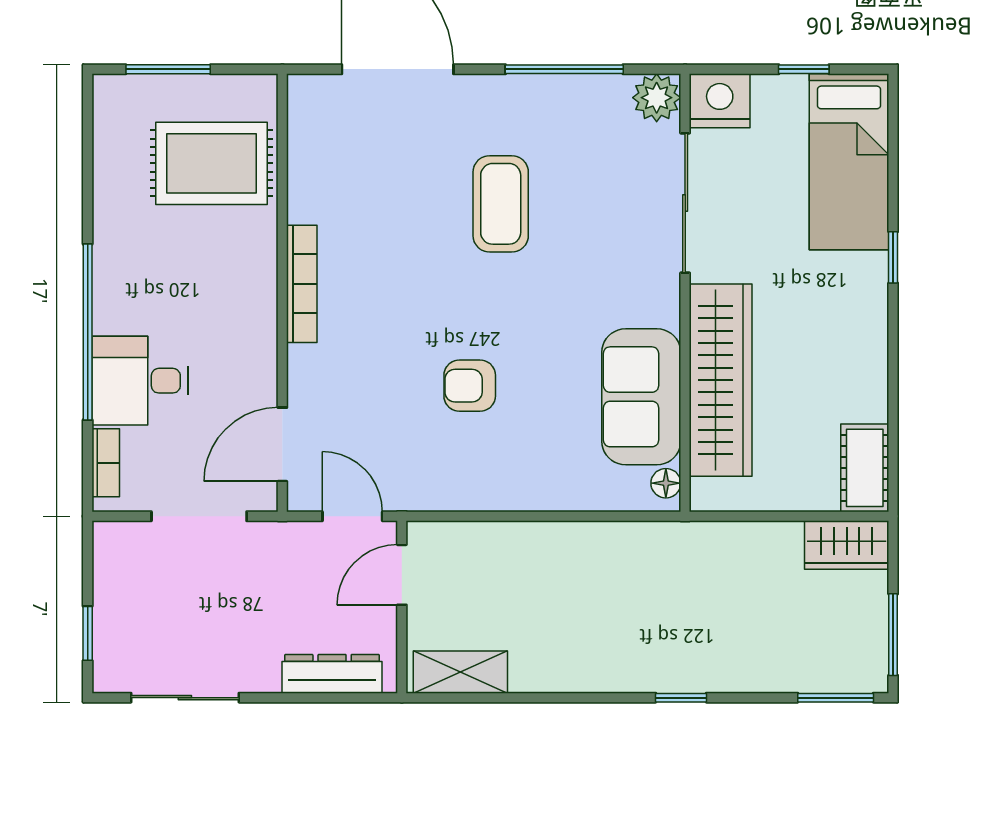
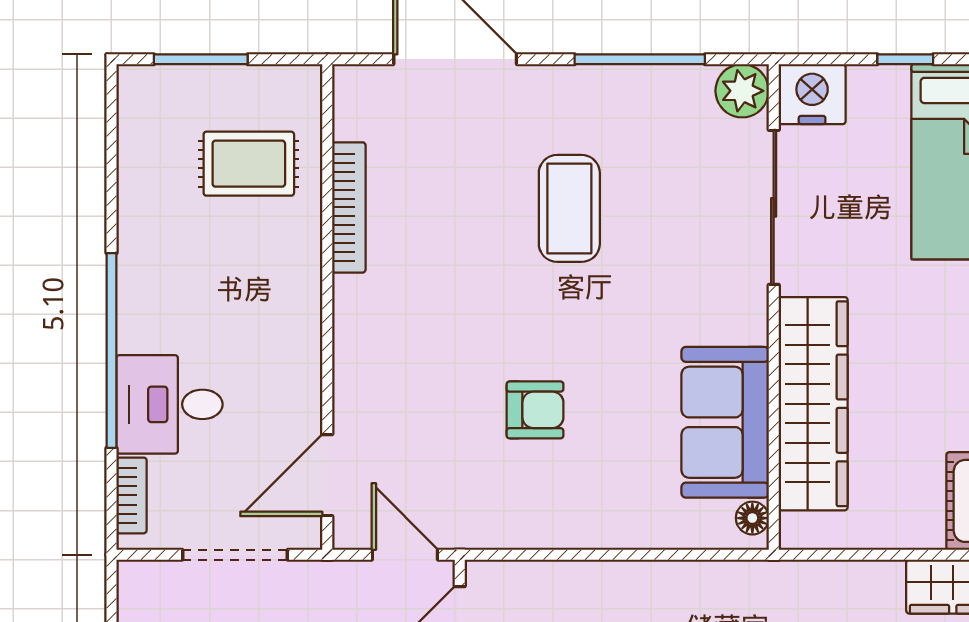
rug: (212, 163) -> (249, 164), width x0.73, depth x0.70
bookcase: (302, 284) -> (349, 207), moved
armchair: (470, 386) -> (535, 410), turned 180

